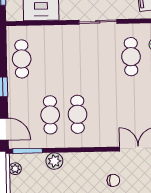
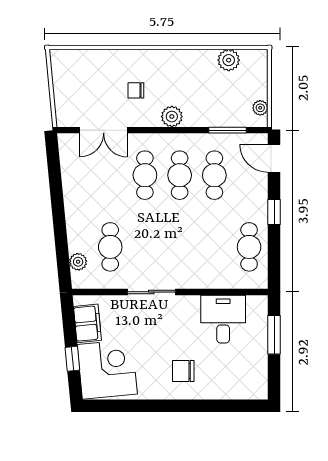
cafe table: (105, 114) -> (145, 175), added
window: (28, 151) -> (227, 130), moved
plant: (54, 161) -> (172, 117), moved

